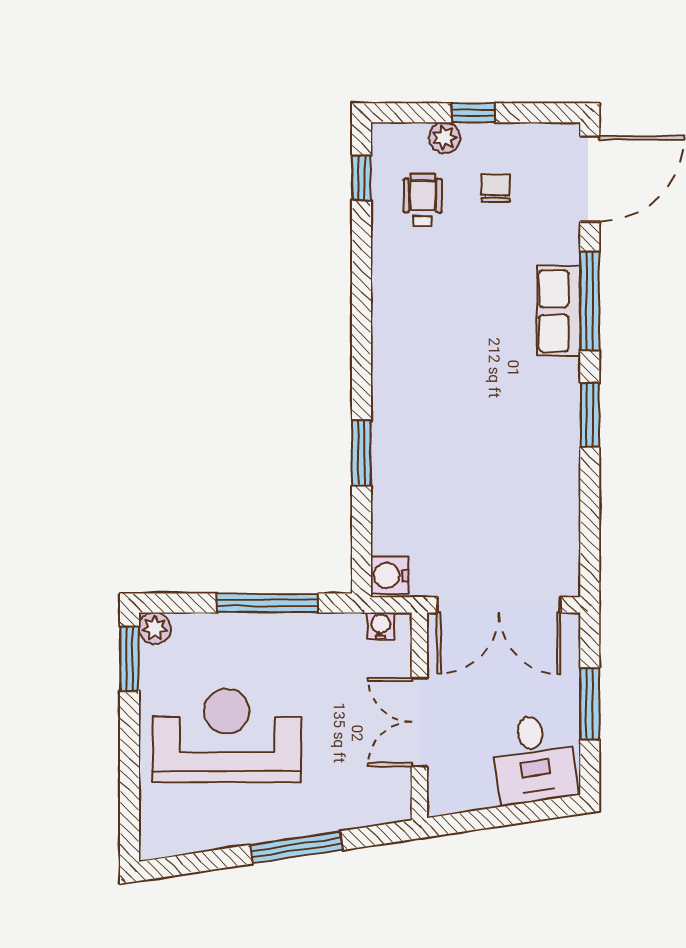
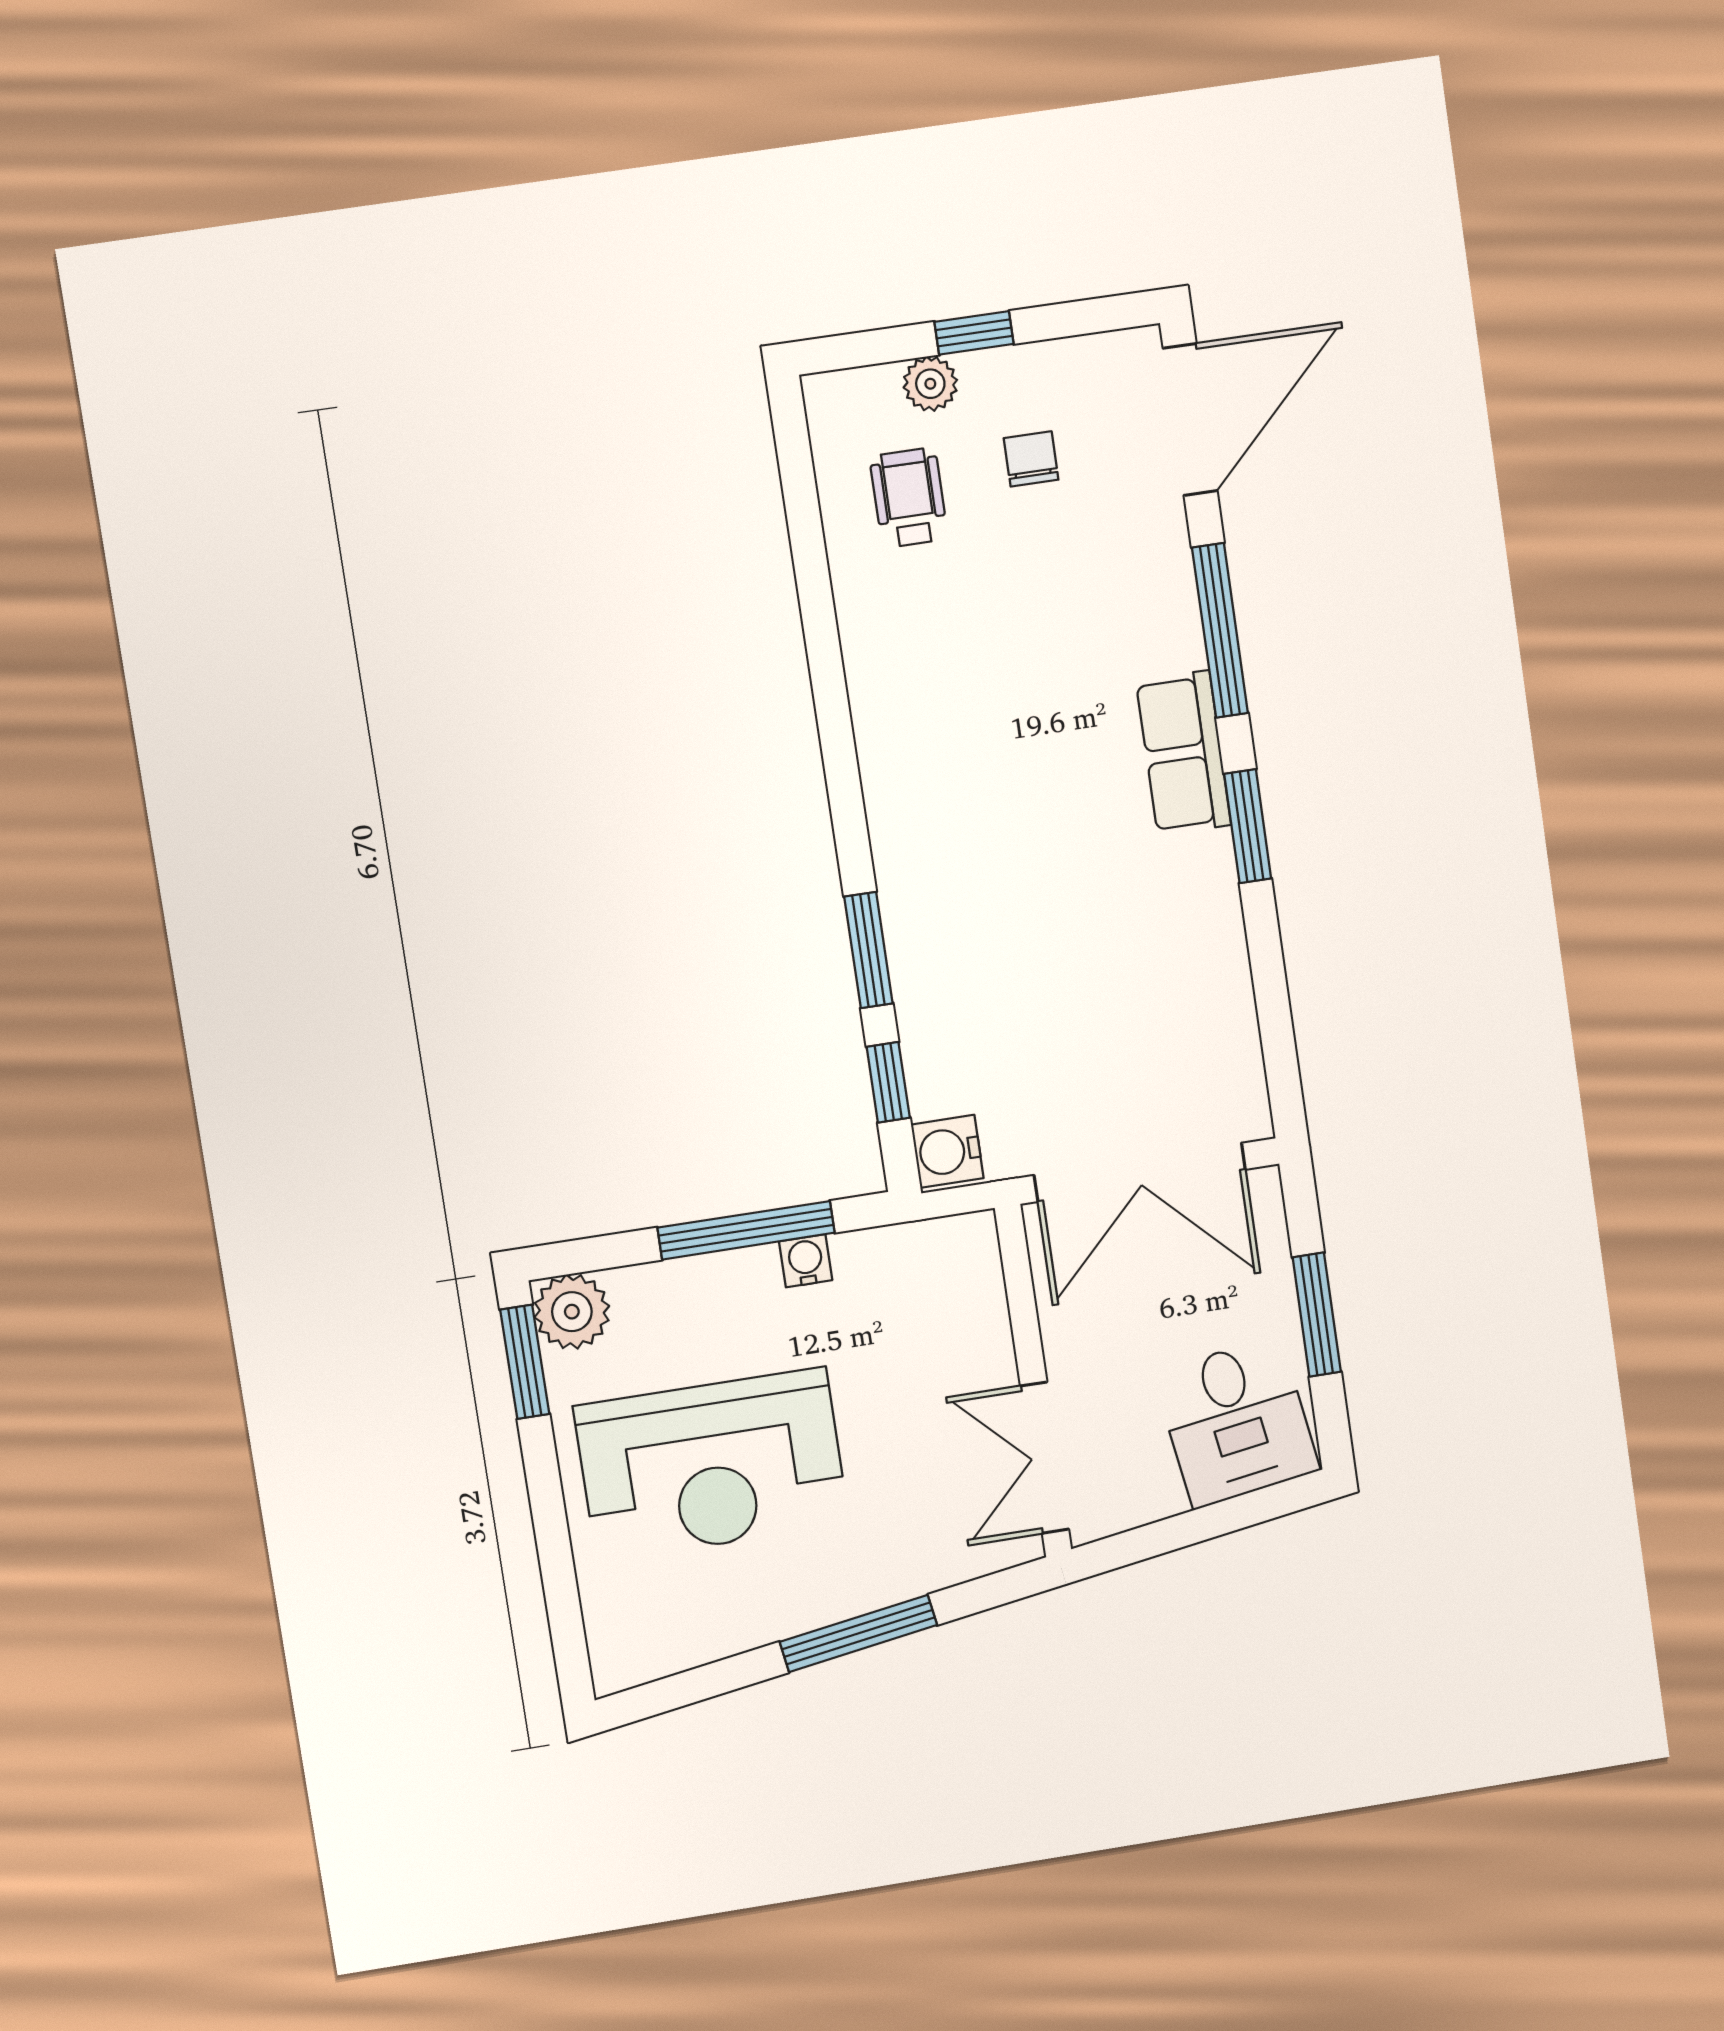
window: (361, 178) -> (888, 1082), moved
row of seats: (559, 311) -> (1184, 753), moved
water cooler: (381, 626) -> (806, 1261), moved
plant: (155, 628) -> (572, 1312), width x1.38, depth x1.38
double door: (419, 722) -> (1045, 1458), moved
reception desk: (227, 735) -> (711, 1465), turned 180

